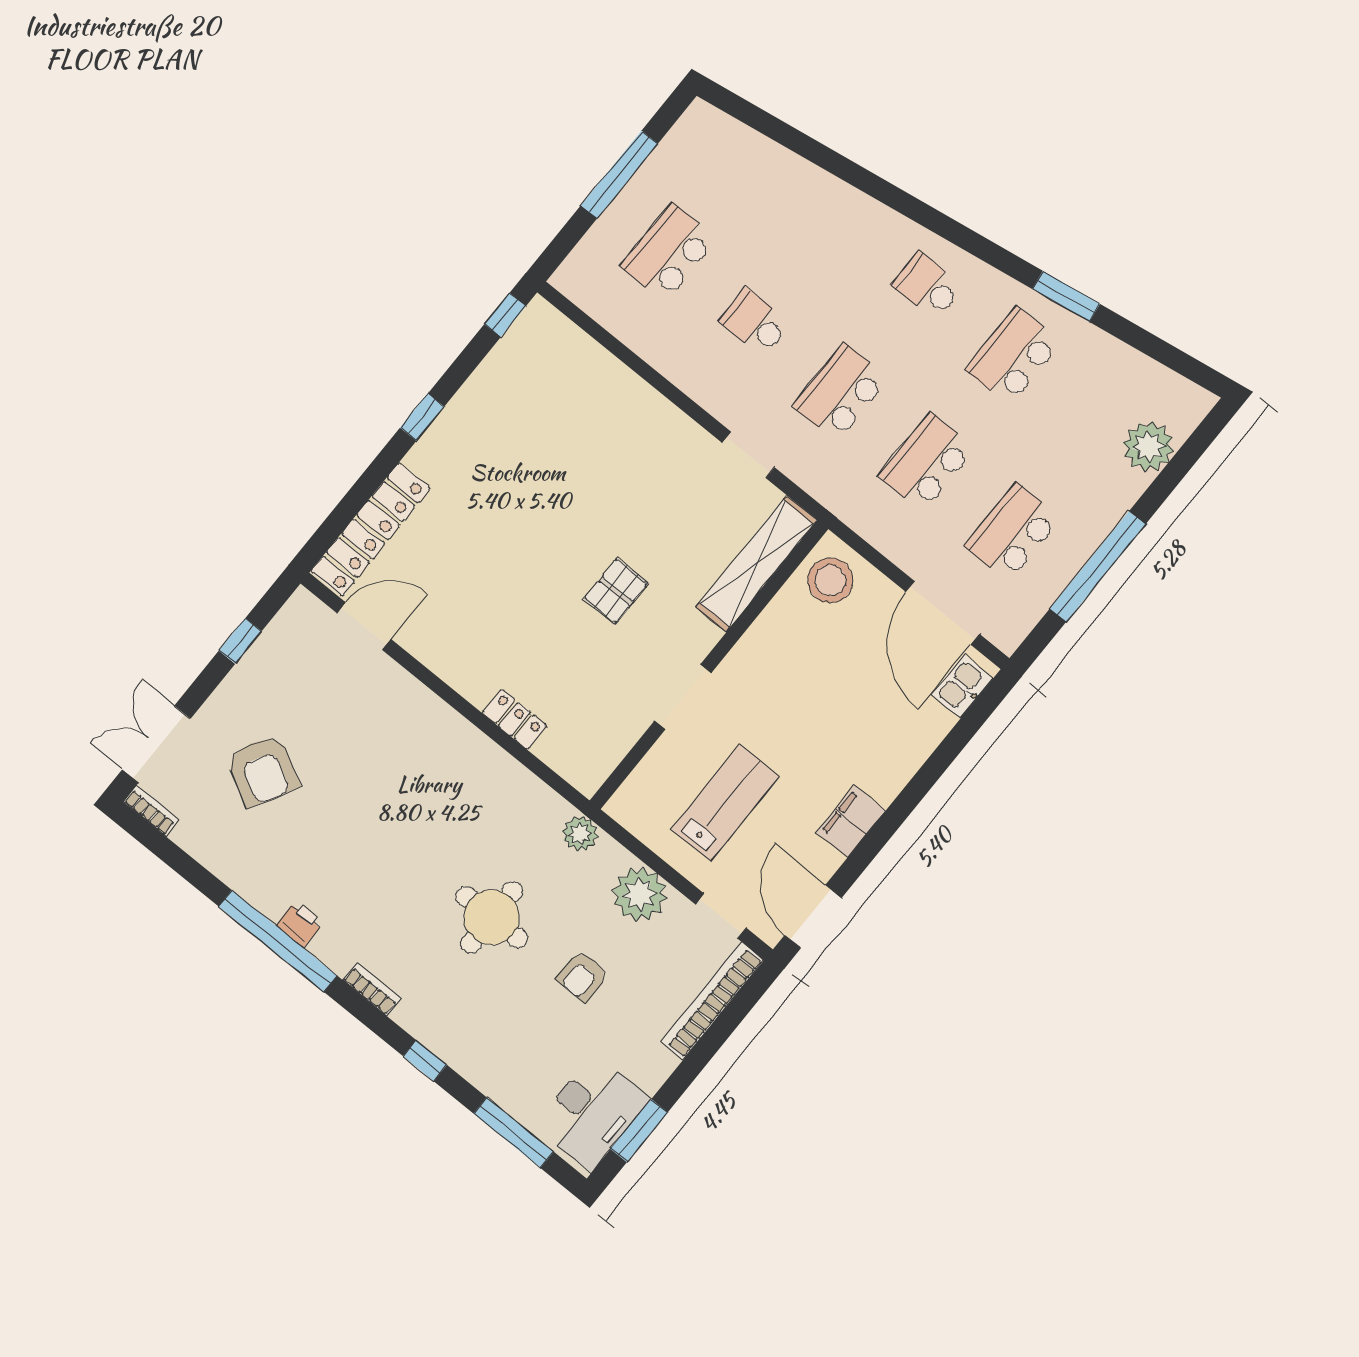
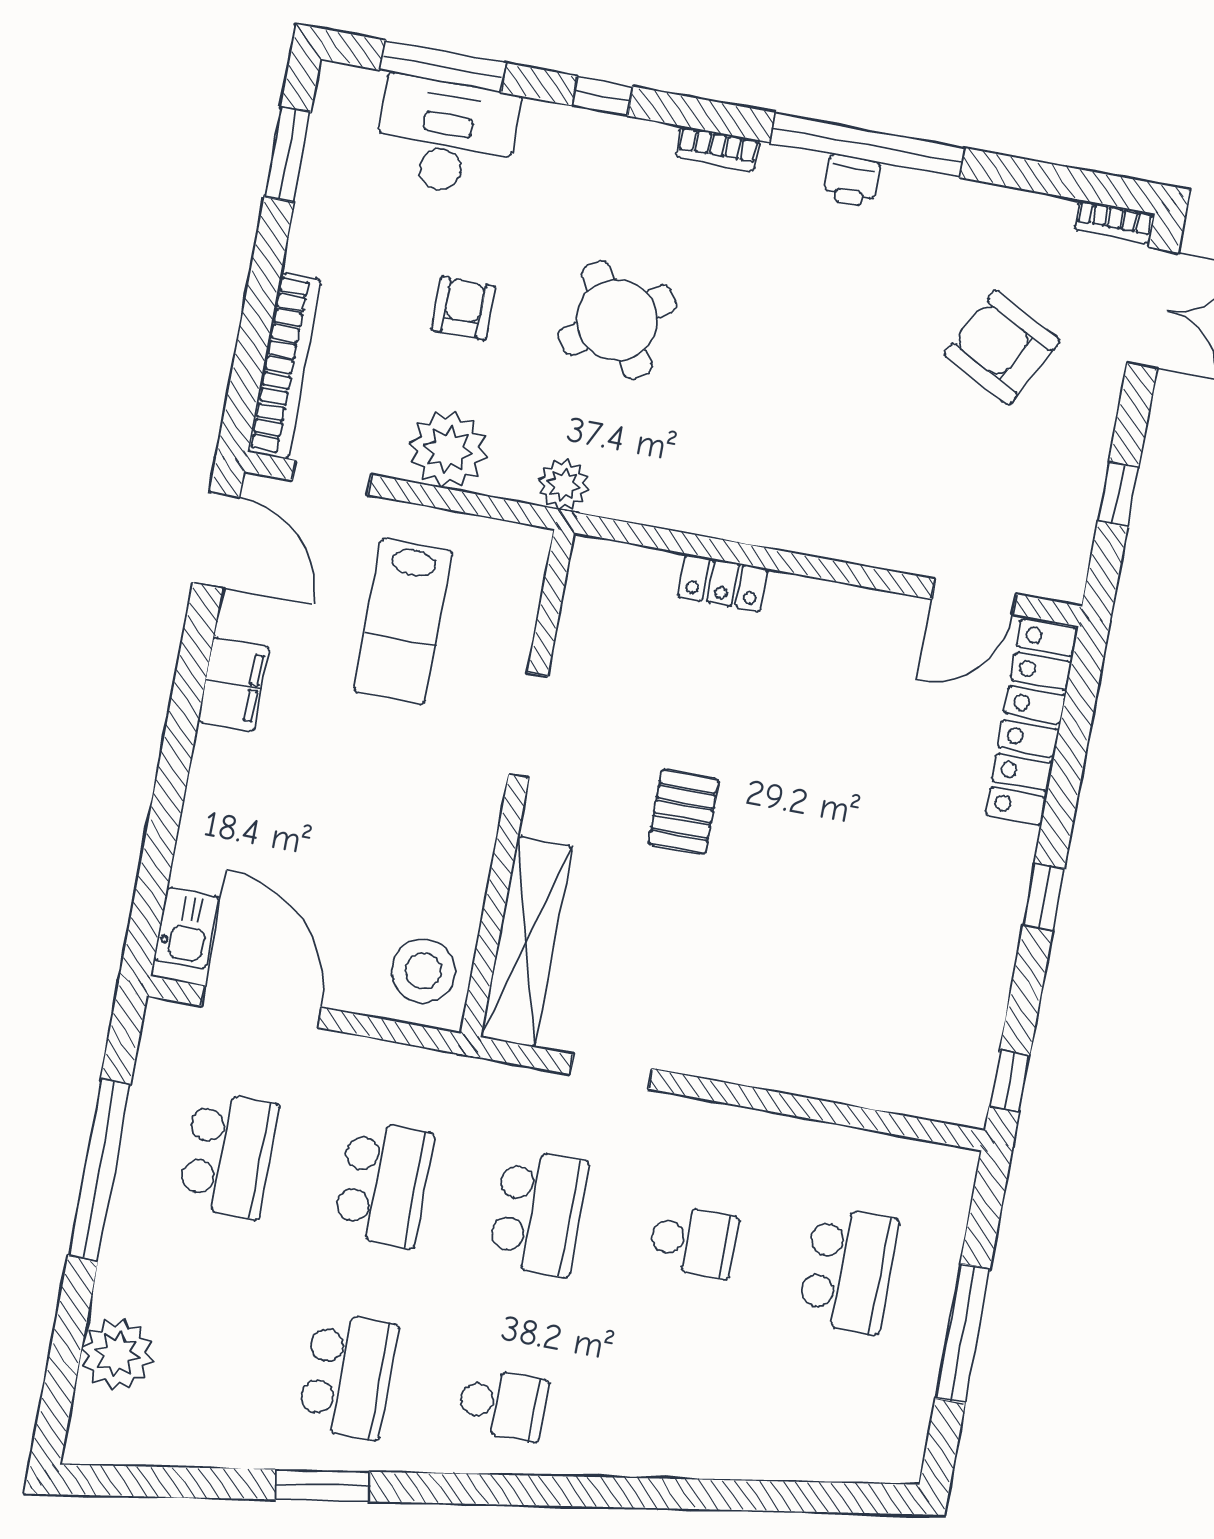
round table: (492, 917) -> (617, 320), turned -34
desk: (592, 1112) -> (446, 136), moved, turned 90

